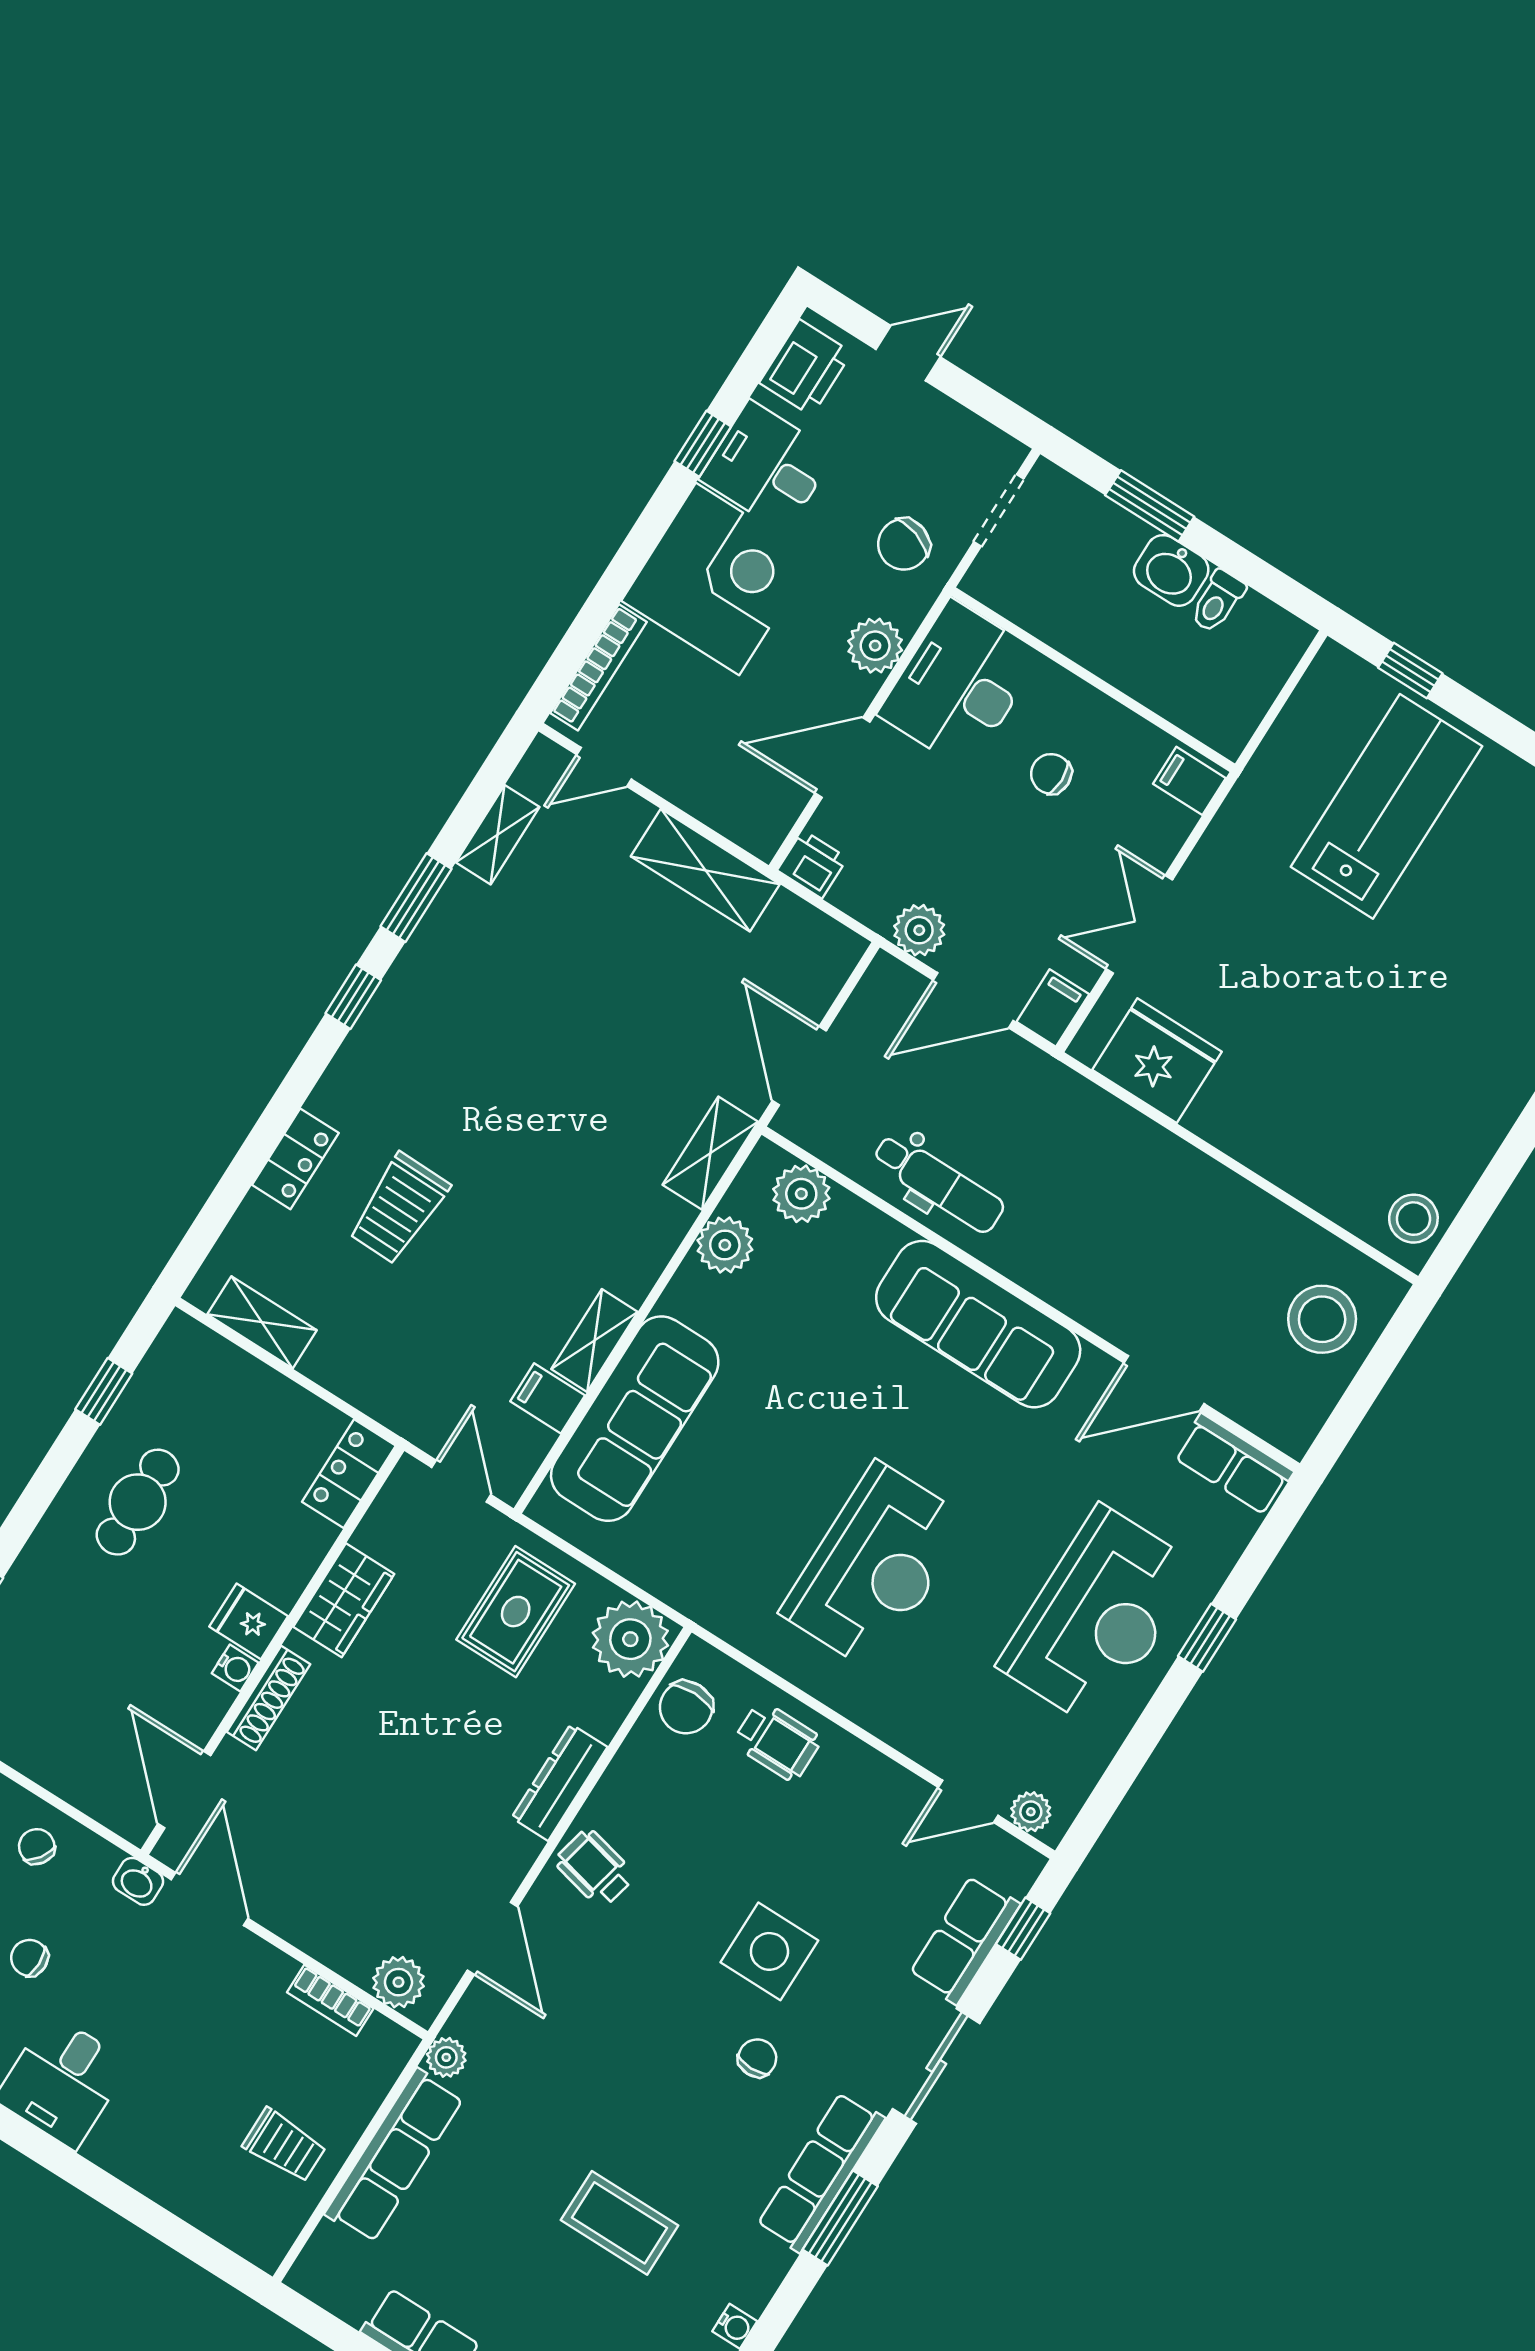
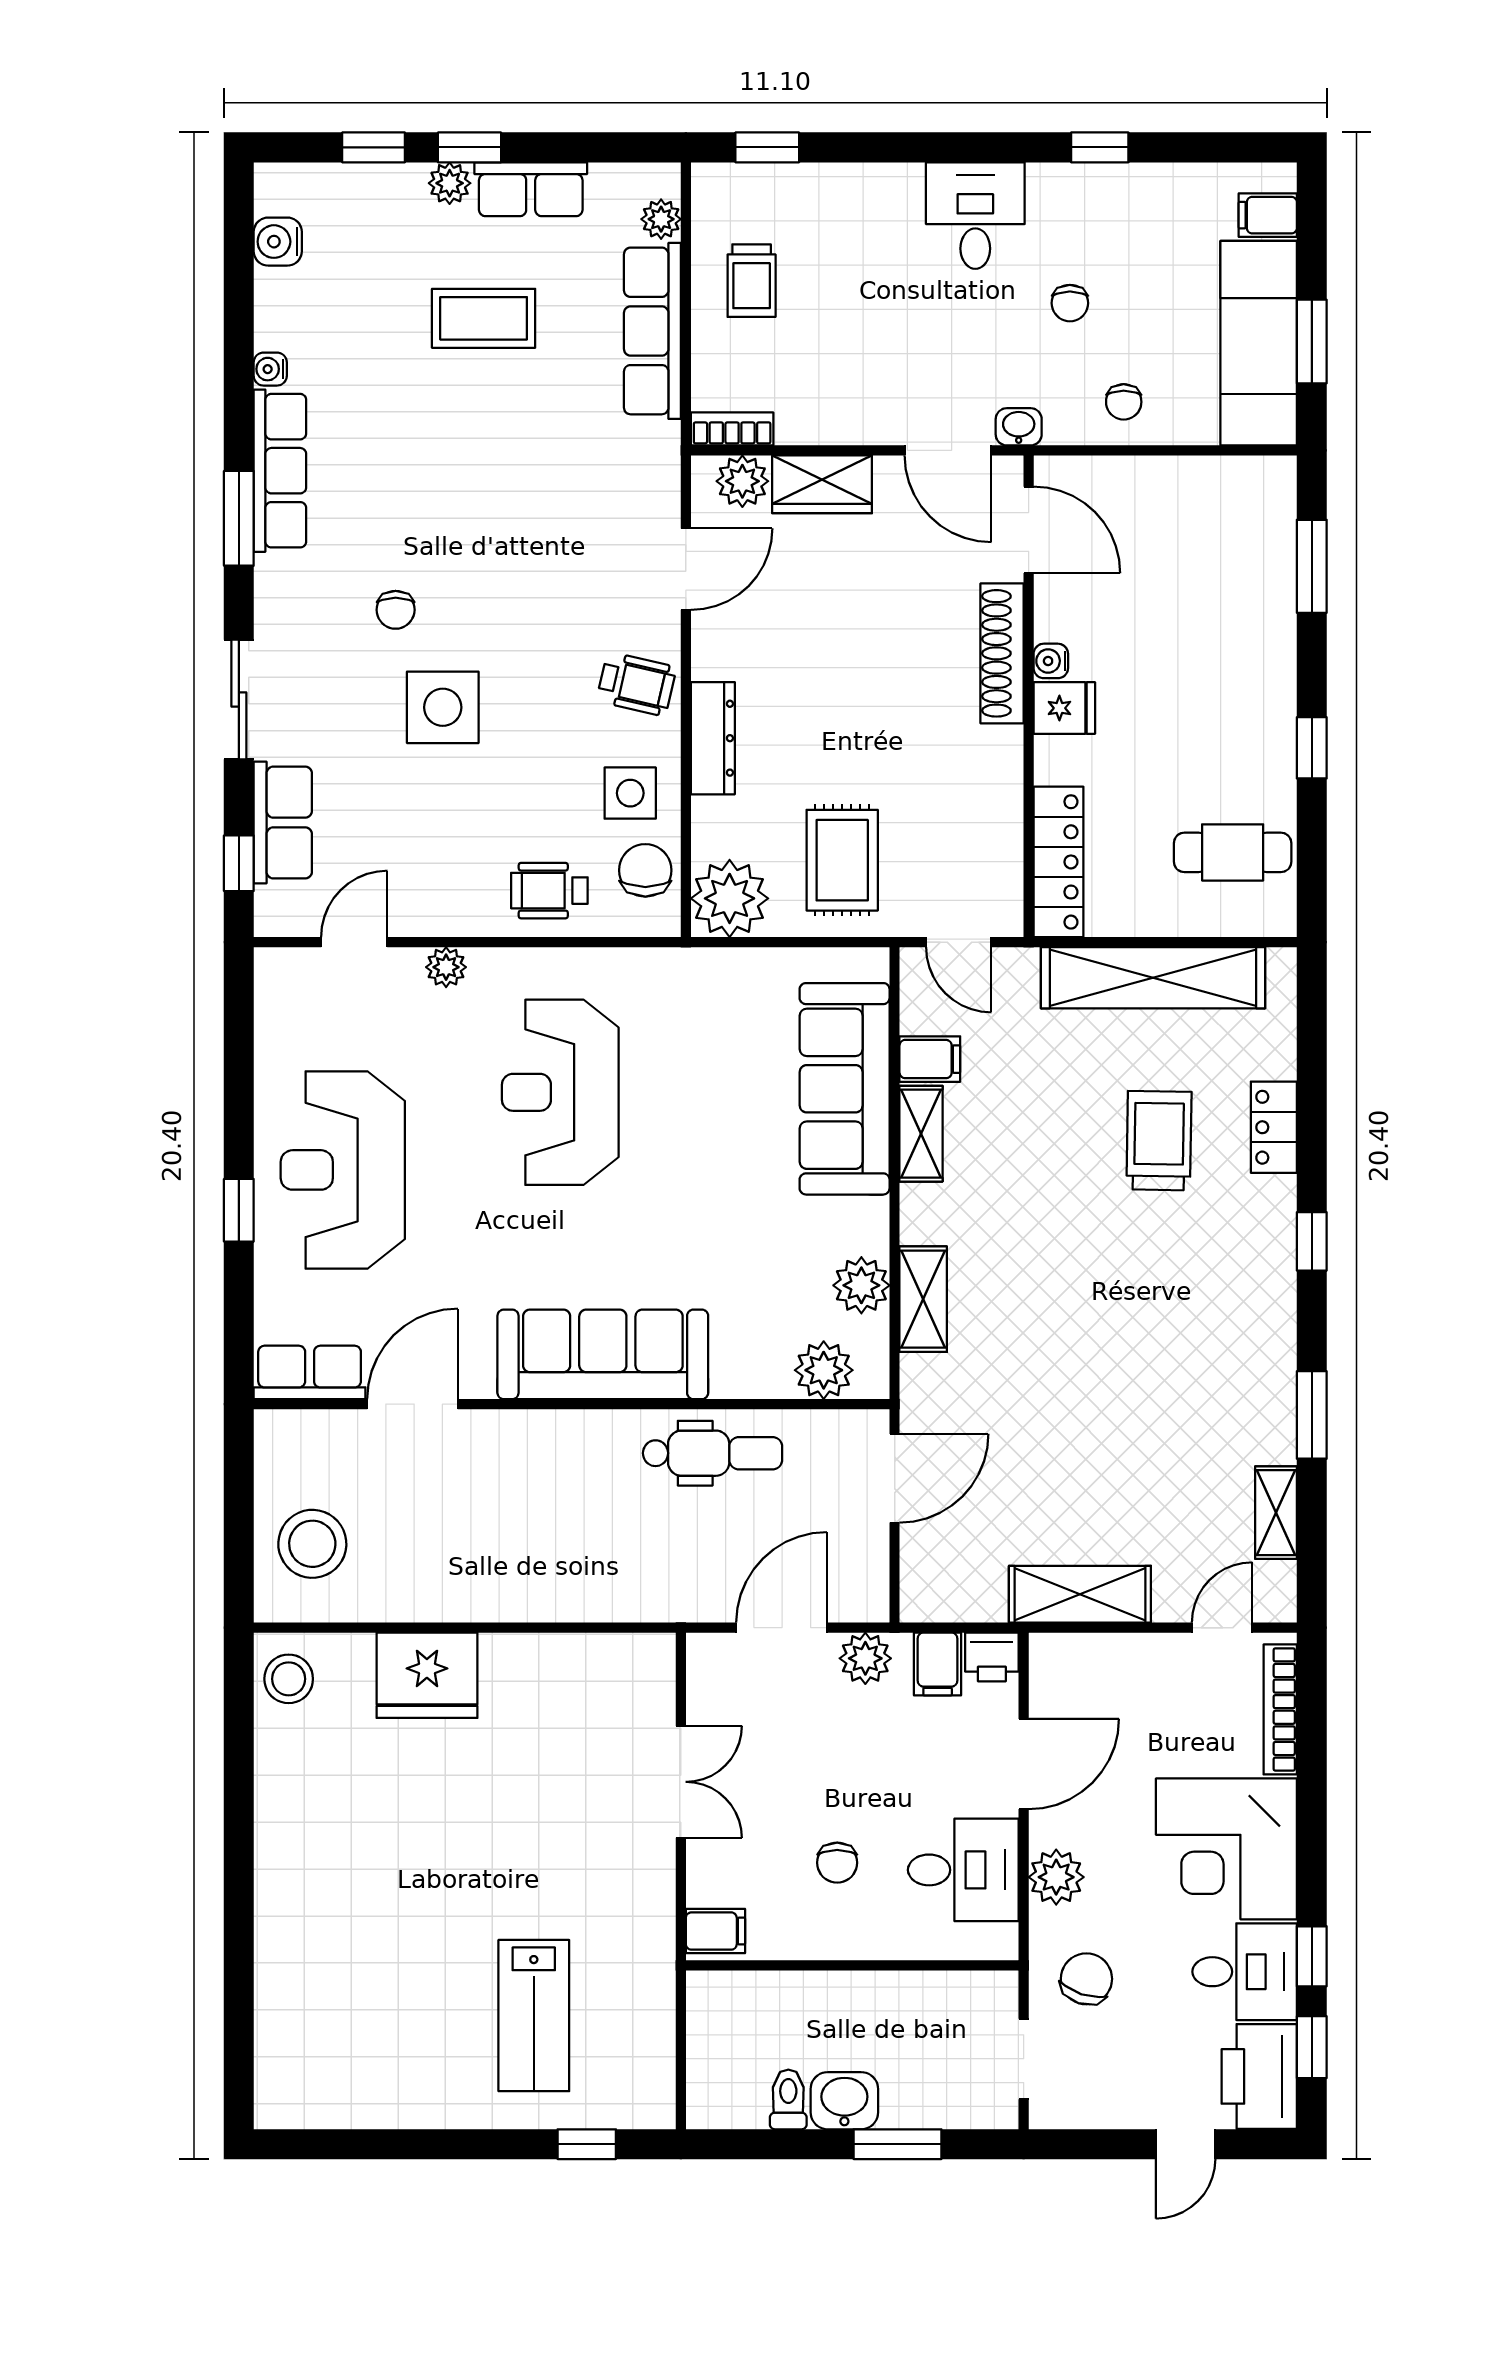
window: (751, 368) -> (1312, 2047), added
printer: (805, 368) -> (1259, 2076), width x1.37, depth x1.19
desk: (959, 685) -> (963, 1870), width x0.73
chair: (1051, 774) -> (837, 1863), turned 90
lab bench: (1386, 806) -> (534, 2016), width x0.73, depth x0.72
window: (353, 997) -> (1312, 1241), moved
filing cabinet: (1053, 1008) -> (938, 1664), moved
fridge: (1157, 1061) -> (427, 1675), moved
door: (799, 1066) -> (895, 1478), hinge flipped
shelving: (710, 1153) -> (923, 1299), moved
dental chair: (939, 1183) -> (713, 1453), turned 180
shelving: (262, 1322) -> (1153, 978), width x2.20, depth x1.33
window: (104, 1391) -> (1312, 748), moved
locker: (349, 1474) -> (1058, 862), width x1.53
cafe table: (138, 1502) -> (1233, 852), moved, turned 90
wardrobe: (344, 1600) -> (822, 484), moved, turned -90
shoe rack: (269, 1698) -> (1002, 653), width x1.36, depth x1.24
side table: (658, 1780) -> (630, 793), added
plant: (1031, 1812) -> (446, 967), moved
chair: (37, 1847) -> (1124, 402), turned 55
door: (492, 1938) -> (686, 569), swing flipped
chair: (29, 1958) -> (1070, 303), turned 90
bookcase: (330, 2000) -> (732, 429), moved
plant: (446, 2057) -> (661, 219), moved
trolley: (284, 2145) -> (752, 281), turned -90
row of seats: (821, 2172) -> (280, 471), moved
coffee table: (619, 2223) -> (484, 318), moved
window: (201, 2249) -> (767, 147), added

